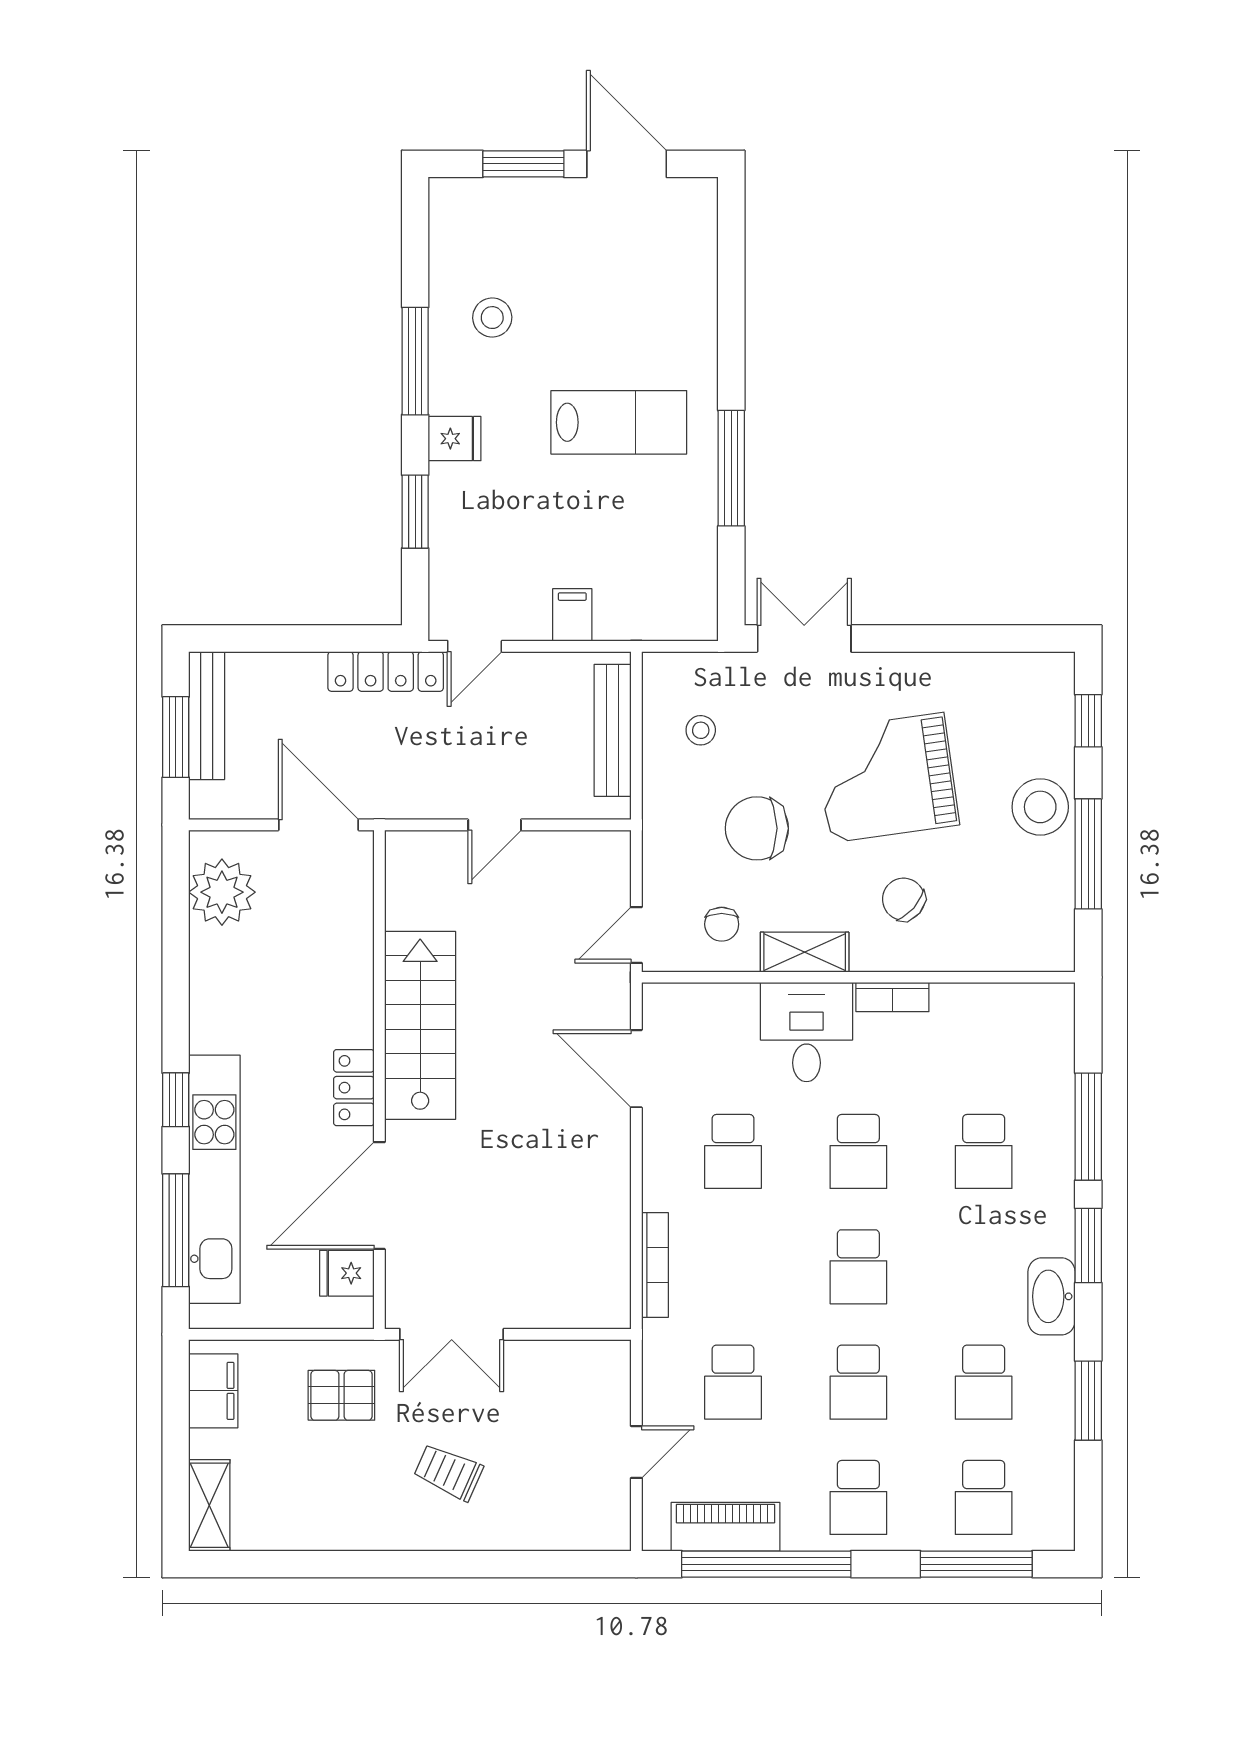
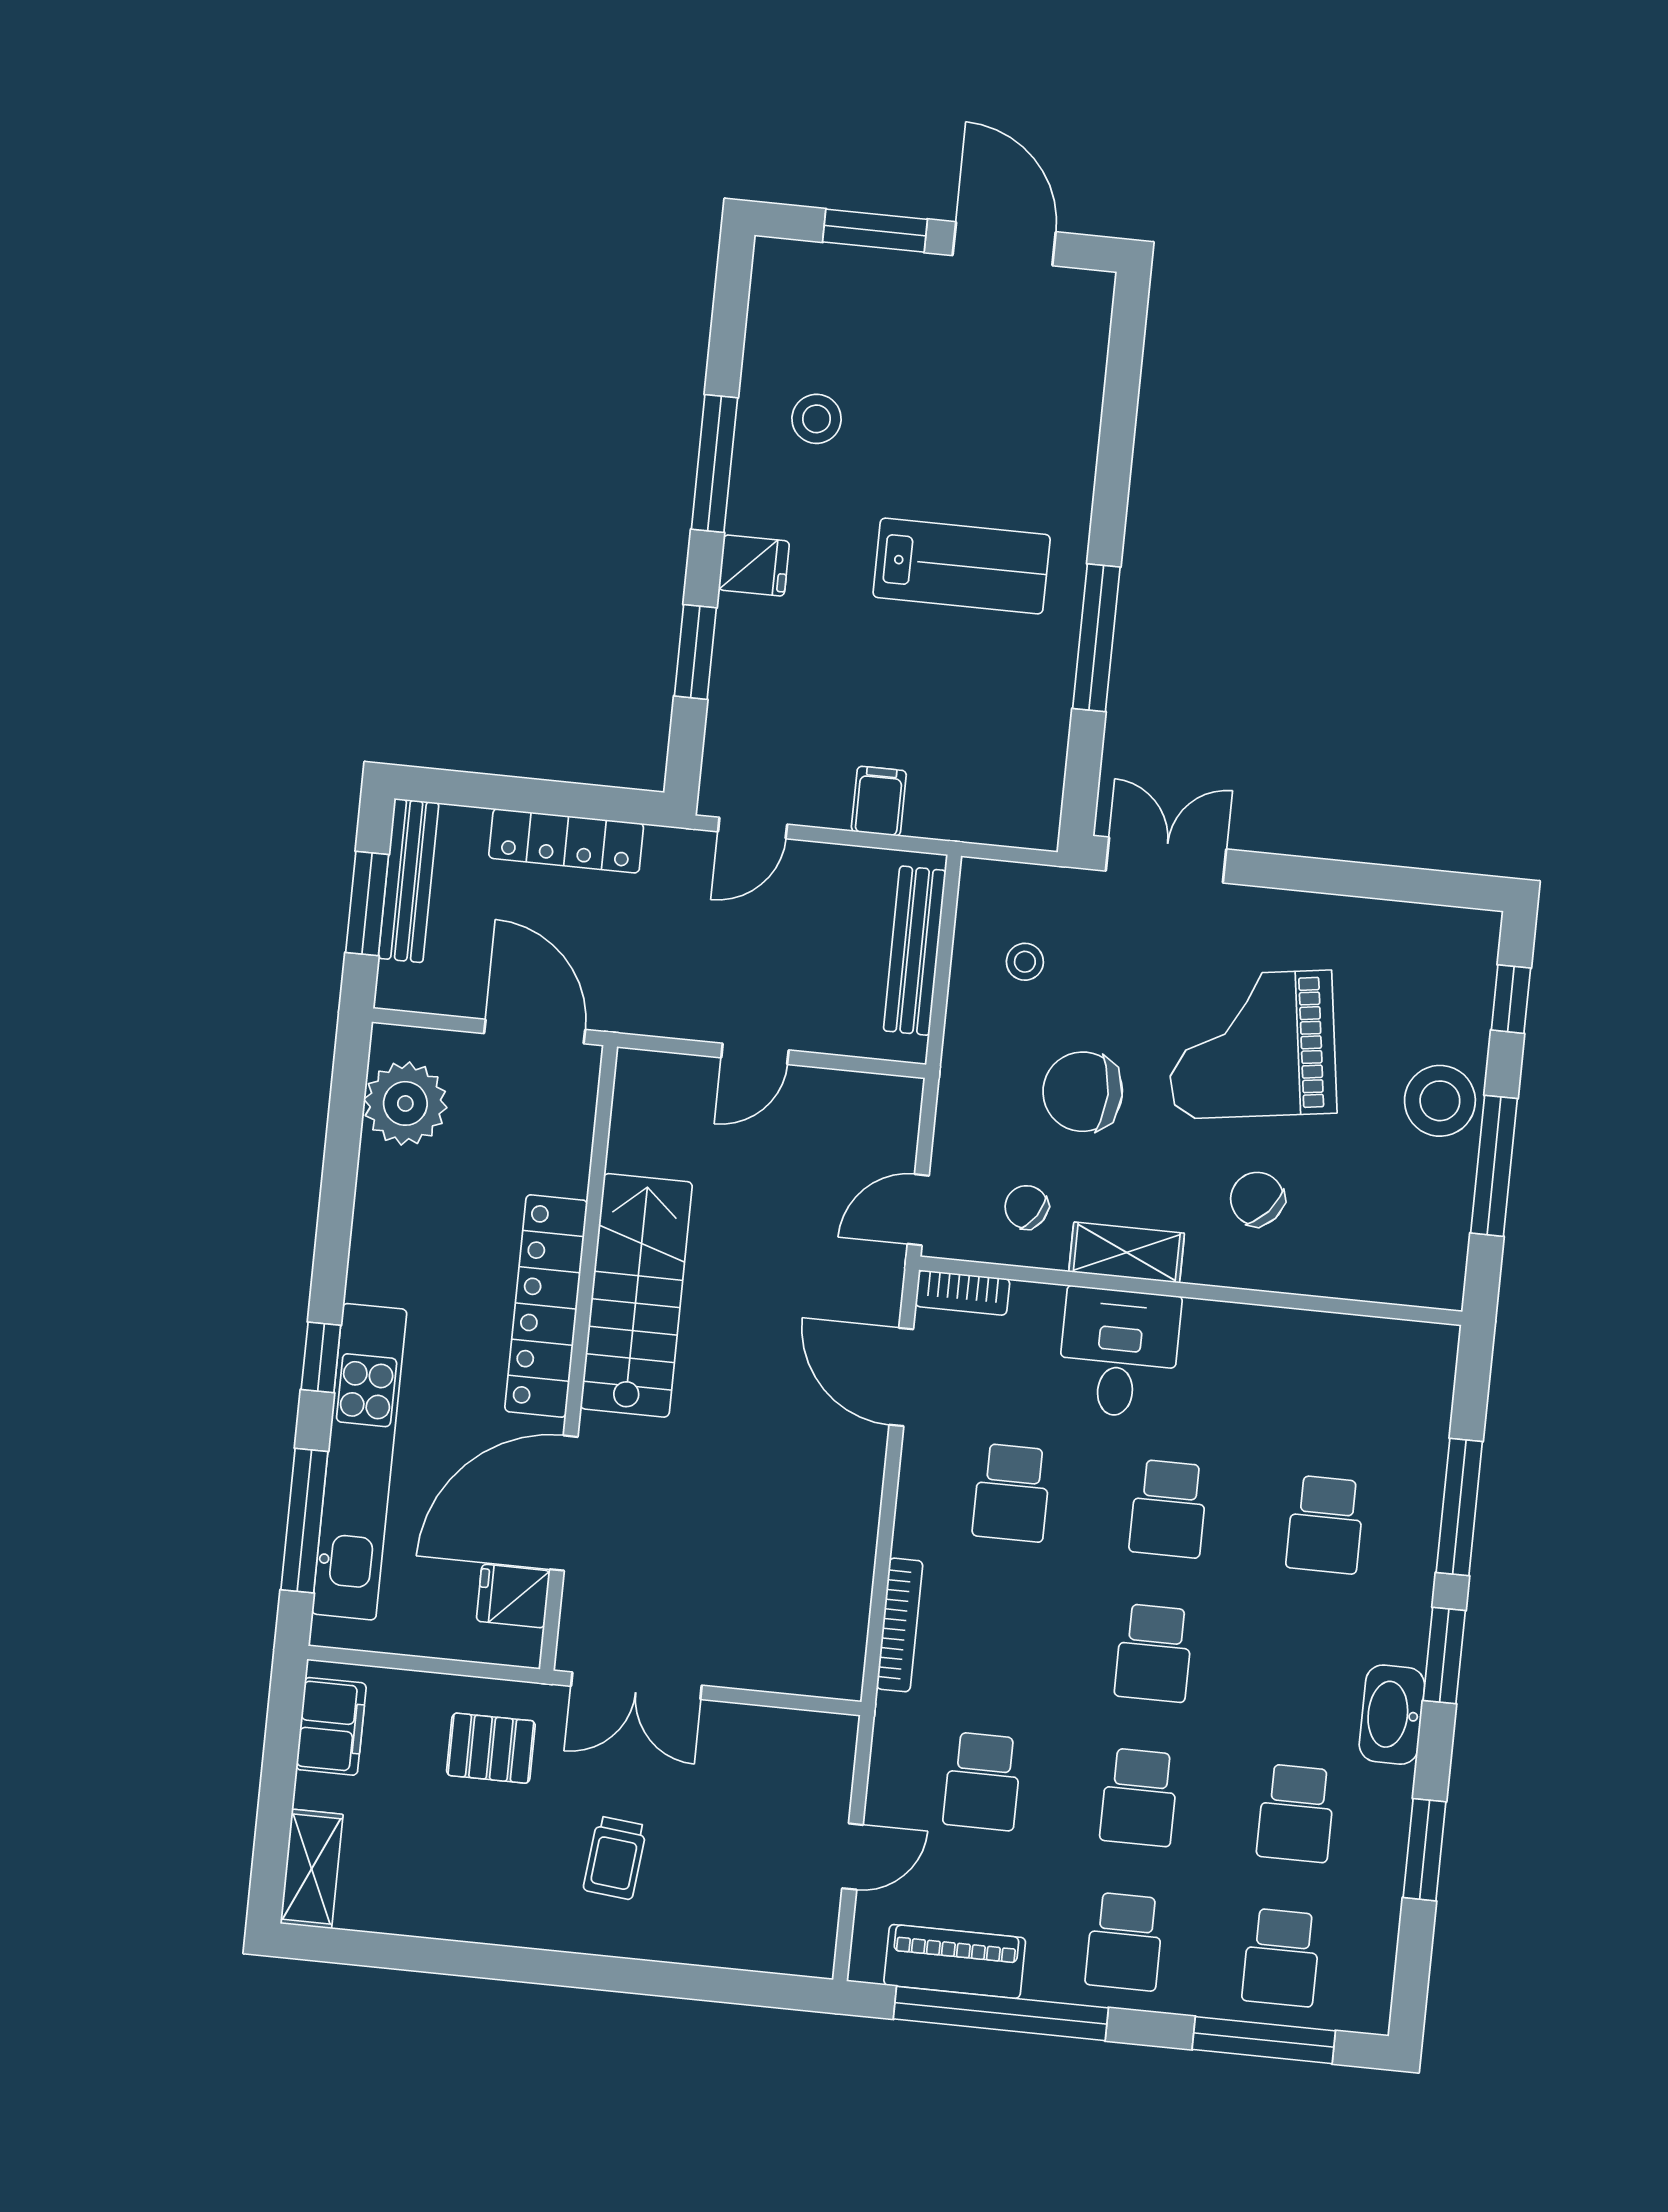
locker: (386, 671) -> (566, 841), moved
chair: (722, 924) -> (1026, 1207), turned 123
bookcase: (892, 997) -> (963, 1293), moved
locker: (354, 1088) -> (546, 1306), width x2.16, depth x1.21
trolley: (448, 1472) -> (615, 1858), turned -108

